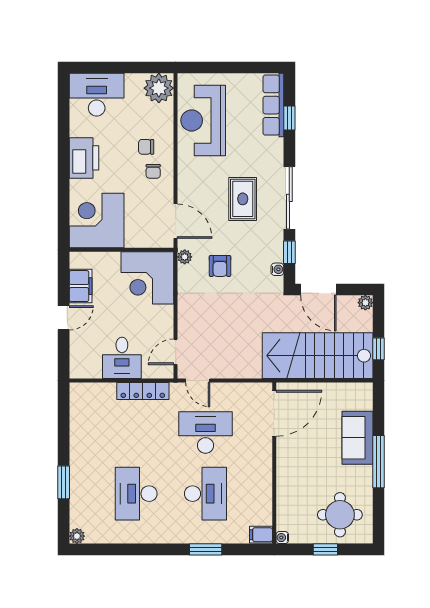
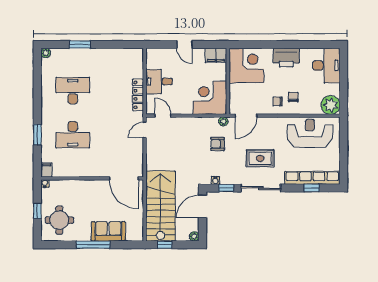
row of seats: (273, 105) -> (312, 178), width x1.36
filing cabinet: (81, 286) -> (216, 55), moved
desk: (205, 433) -> (112, 135), removed

